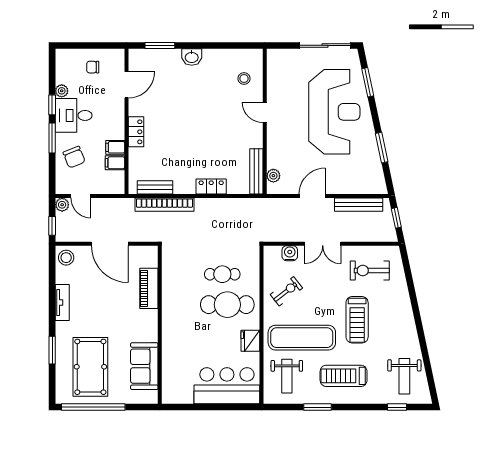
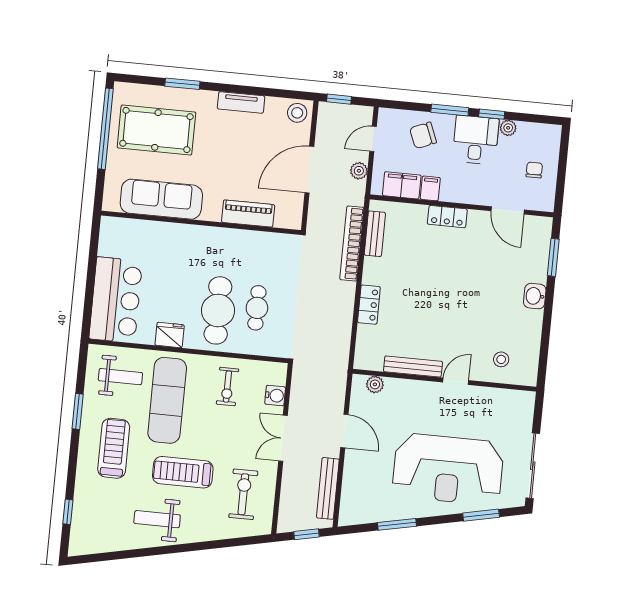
filing cabinet: (115, 163) -> (402, 185), width x2.00
bench: (256, 171) -> (413, 367), moved
plant: (62, 205) -> (359, 171), moved
exercise bike: (286, 291) -> (227, 387), turned 38
sofa: (144, 366) -> (161, 199), width x1.36
weight bench: (287, 376) -> (120, 377), turned 180
weight bench: (404, 376) -> (157, 519), moved

